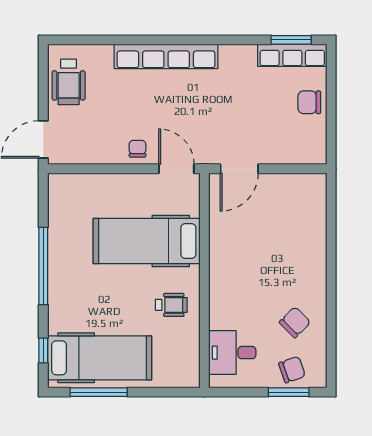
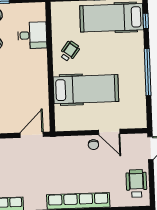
door: (176, 169) -> (109, 132), moved
wheelchair: (171, 305) -> (70, 51), turned 127
desk: (232, 353) -> (32, 35), moved

